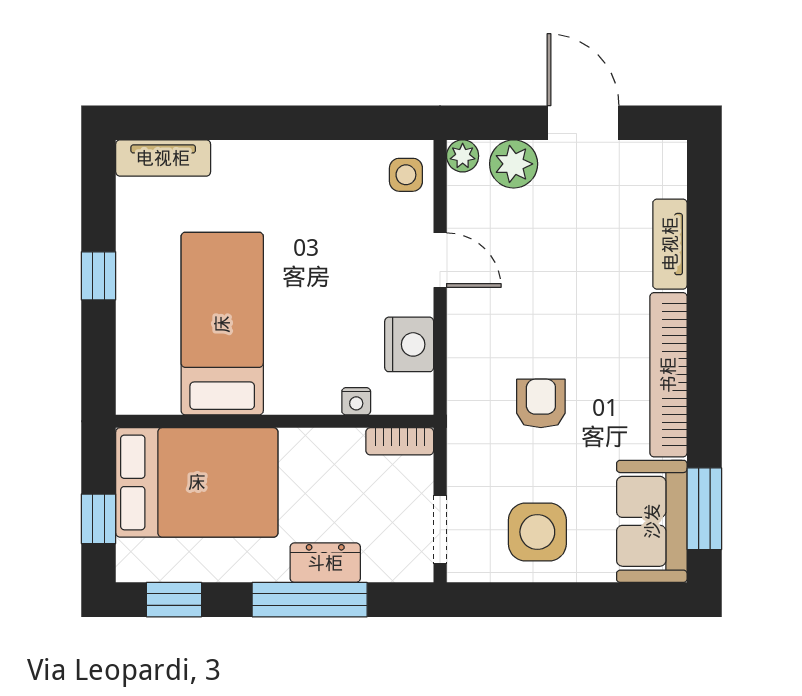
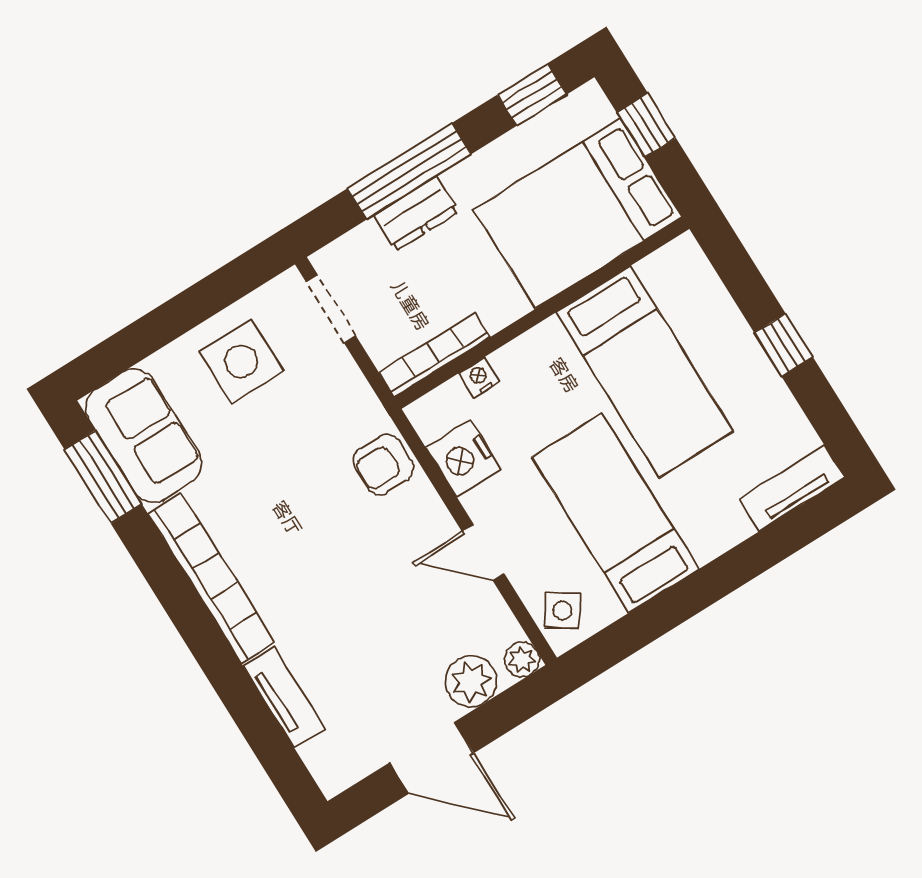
side table: (406, 175) -> (562, 611), turned 34
bed: (315, 226) -> (616, 513), added
armchair: (541, 403) -> (383, 465), moved, turned 90
bookcase: (400, 441) -> (434, 355), width x1.56

